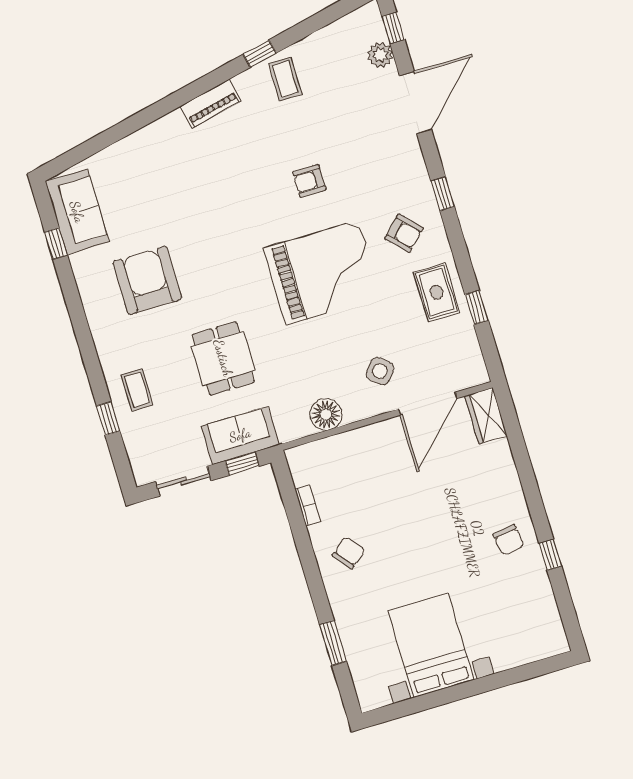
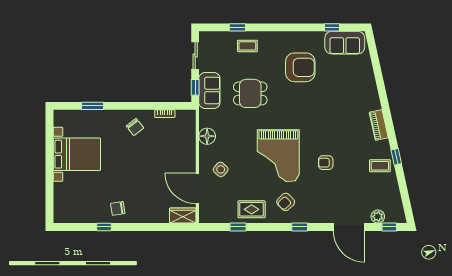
armchair: (309, 181) -> (326, 163), turned -90

